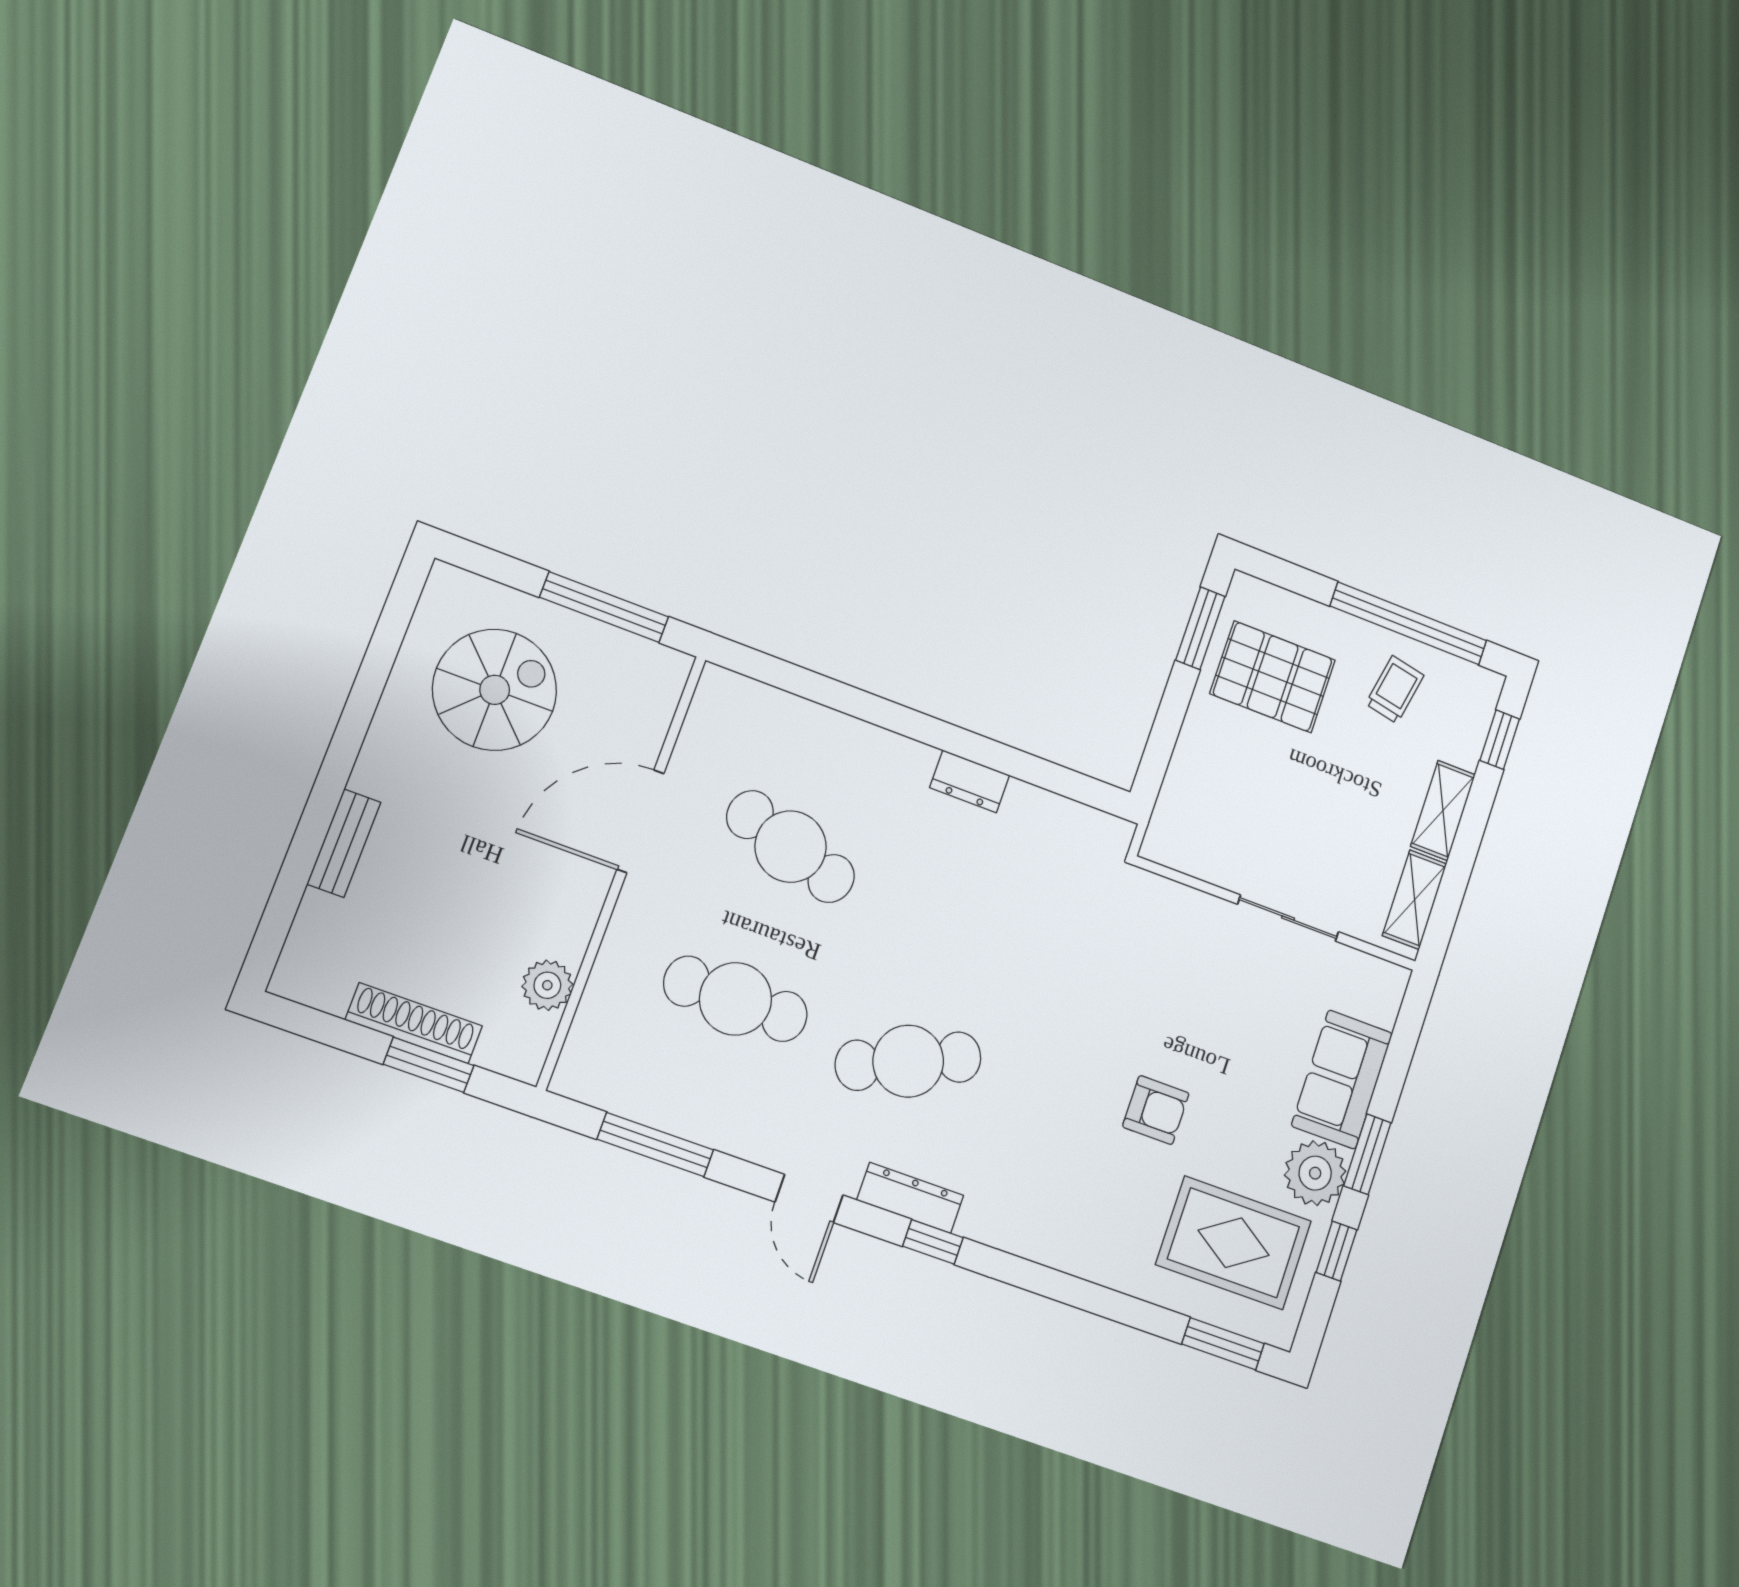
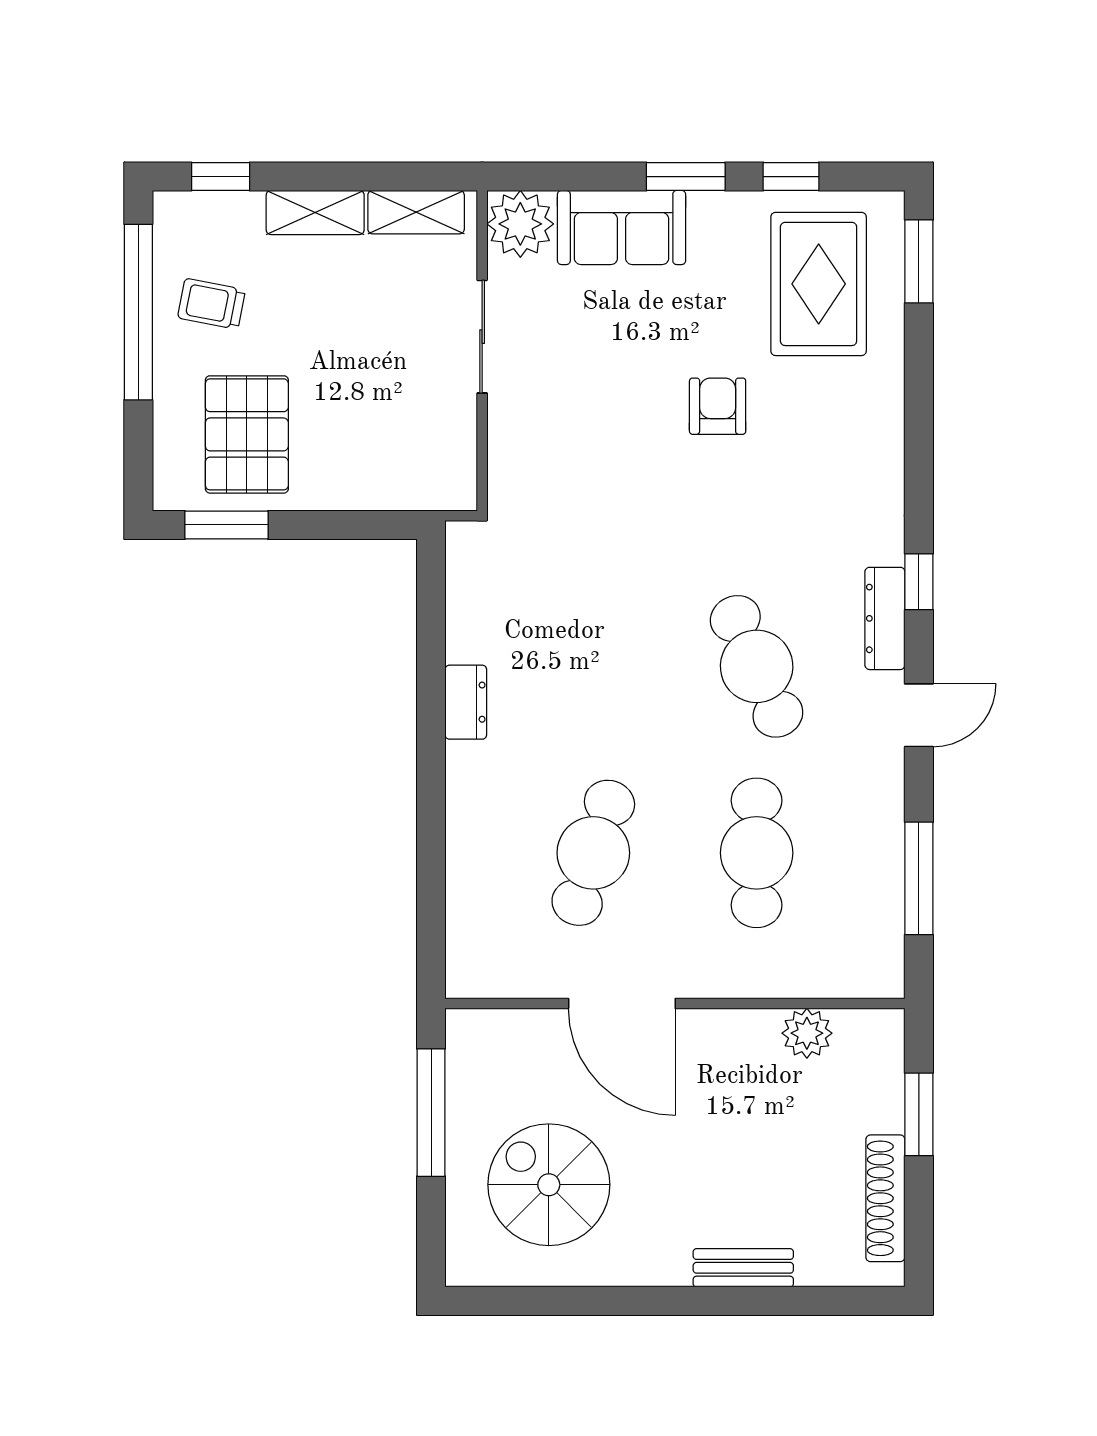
shoe rack: (414, 1023) -> (885, 1198), moved
plant: (1315, 1173) -> (520, 224), moved

